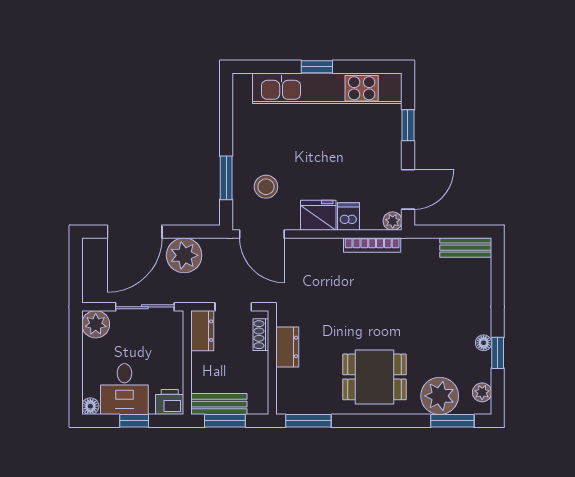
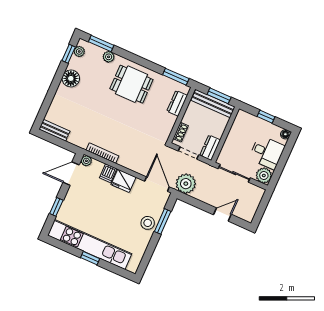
stool: (266, 187) -> (148, 223), moved
door: (135, 232) -> (222, 215), width x0.53
plant: (184, 255) -> (186, 184), moved
floor lamp: (484, 343) -> (71, 78), width x1.89, depth x1.89
dresser: (287, 347) -> (177, 103), moved
window: (498, 353) -> (69, 54), moved
desk: (124, 389) -> (267, 152), moved, turned 90
plant: (440, 396) -> (109, 57), width x0.53, depth x0.53
printer: (170, 402) -> (243, 118), removed
bench: (219, 404) -> (213, 104), width x1.36

